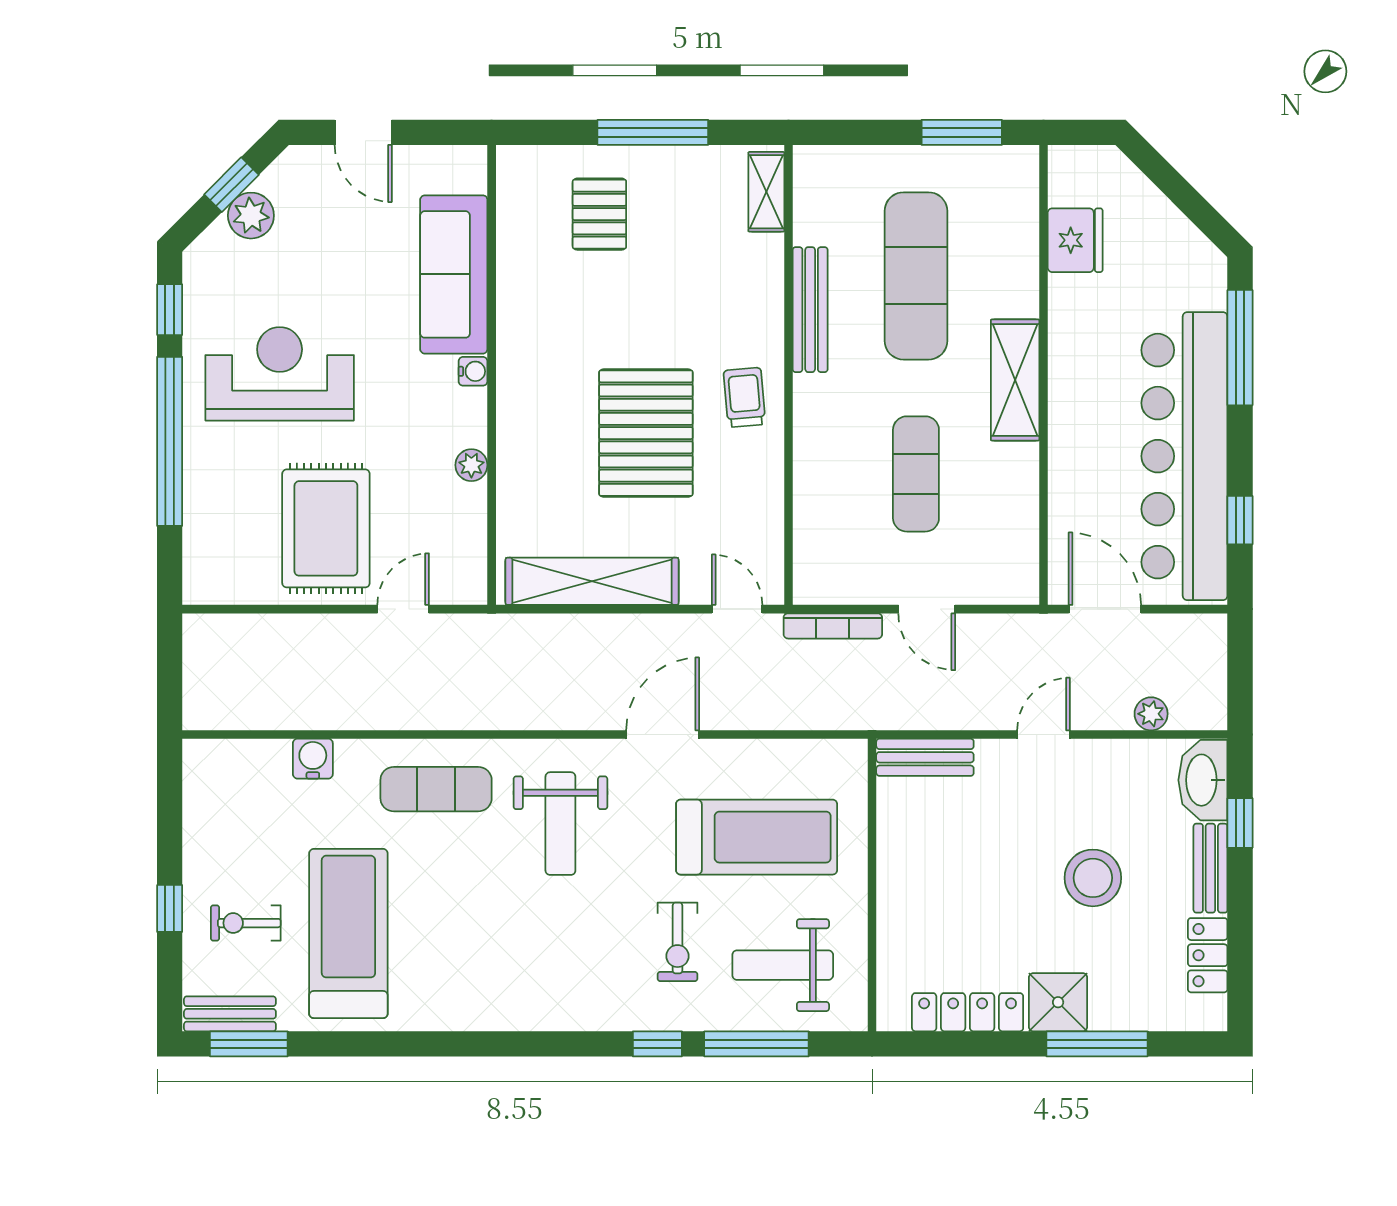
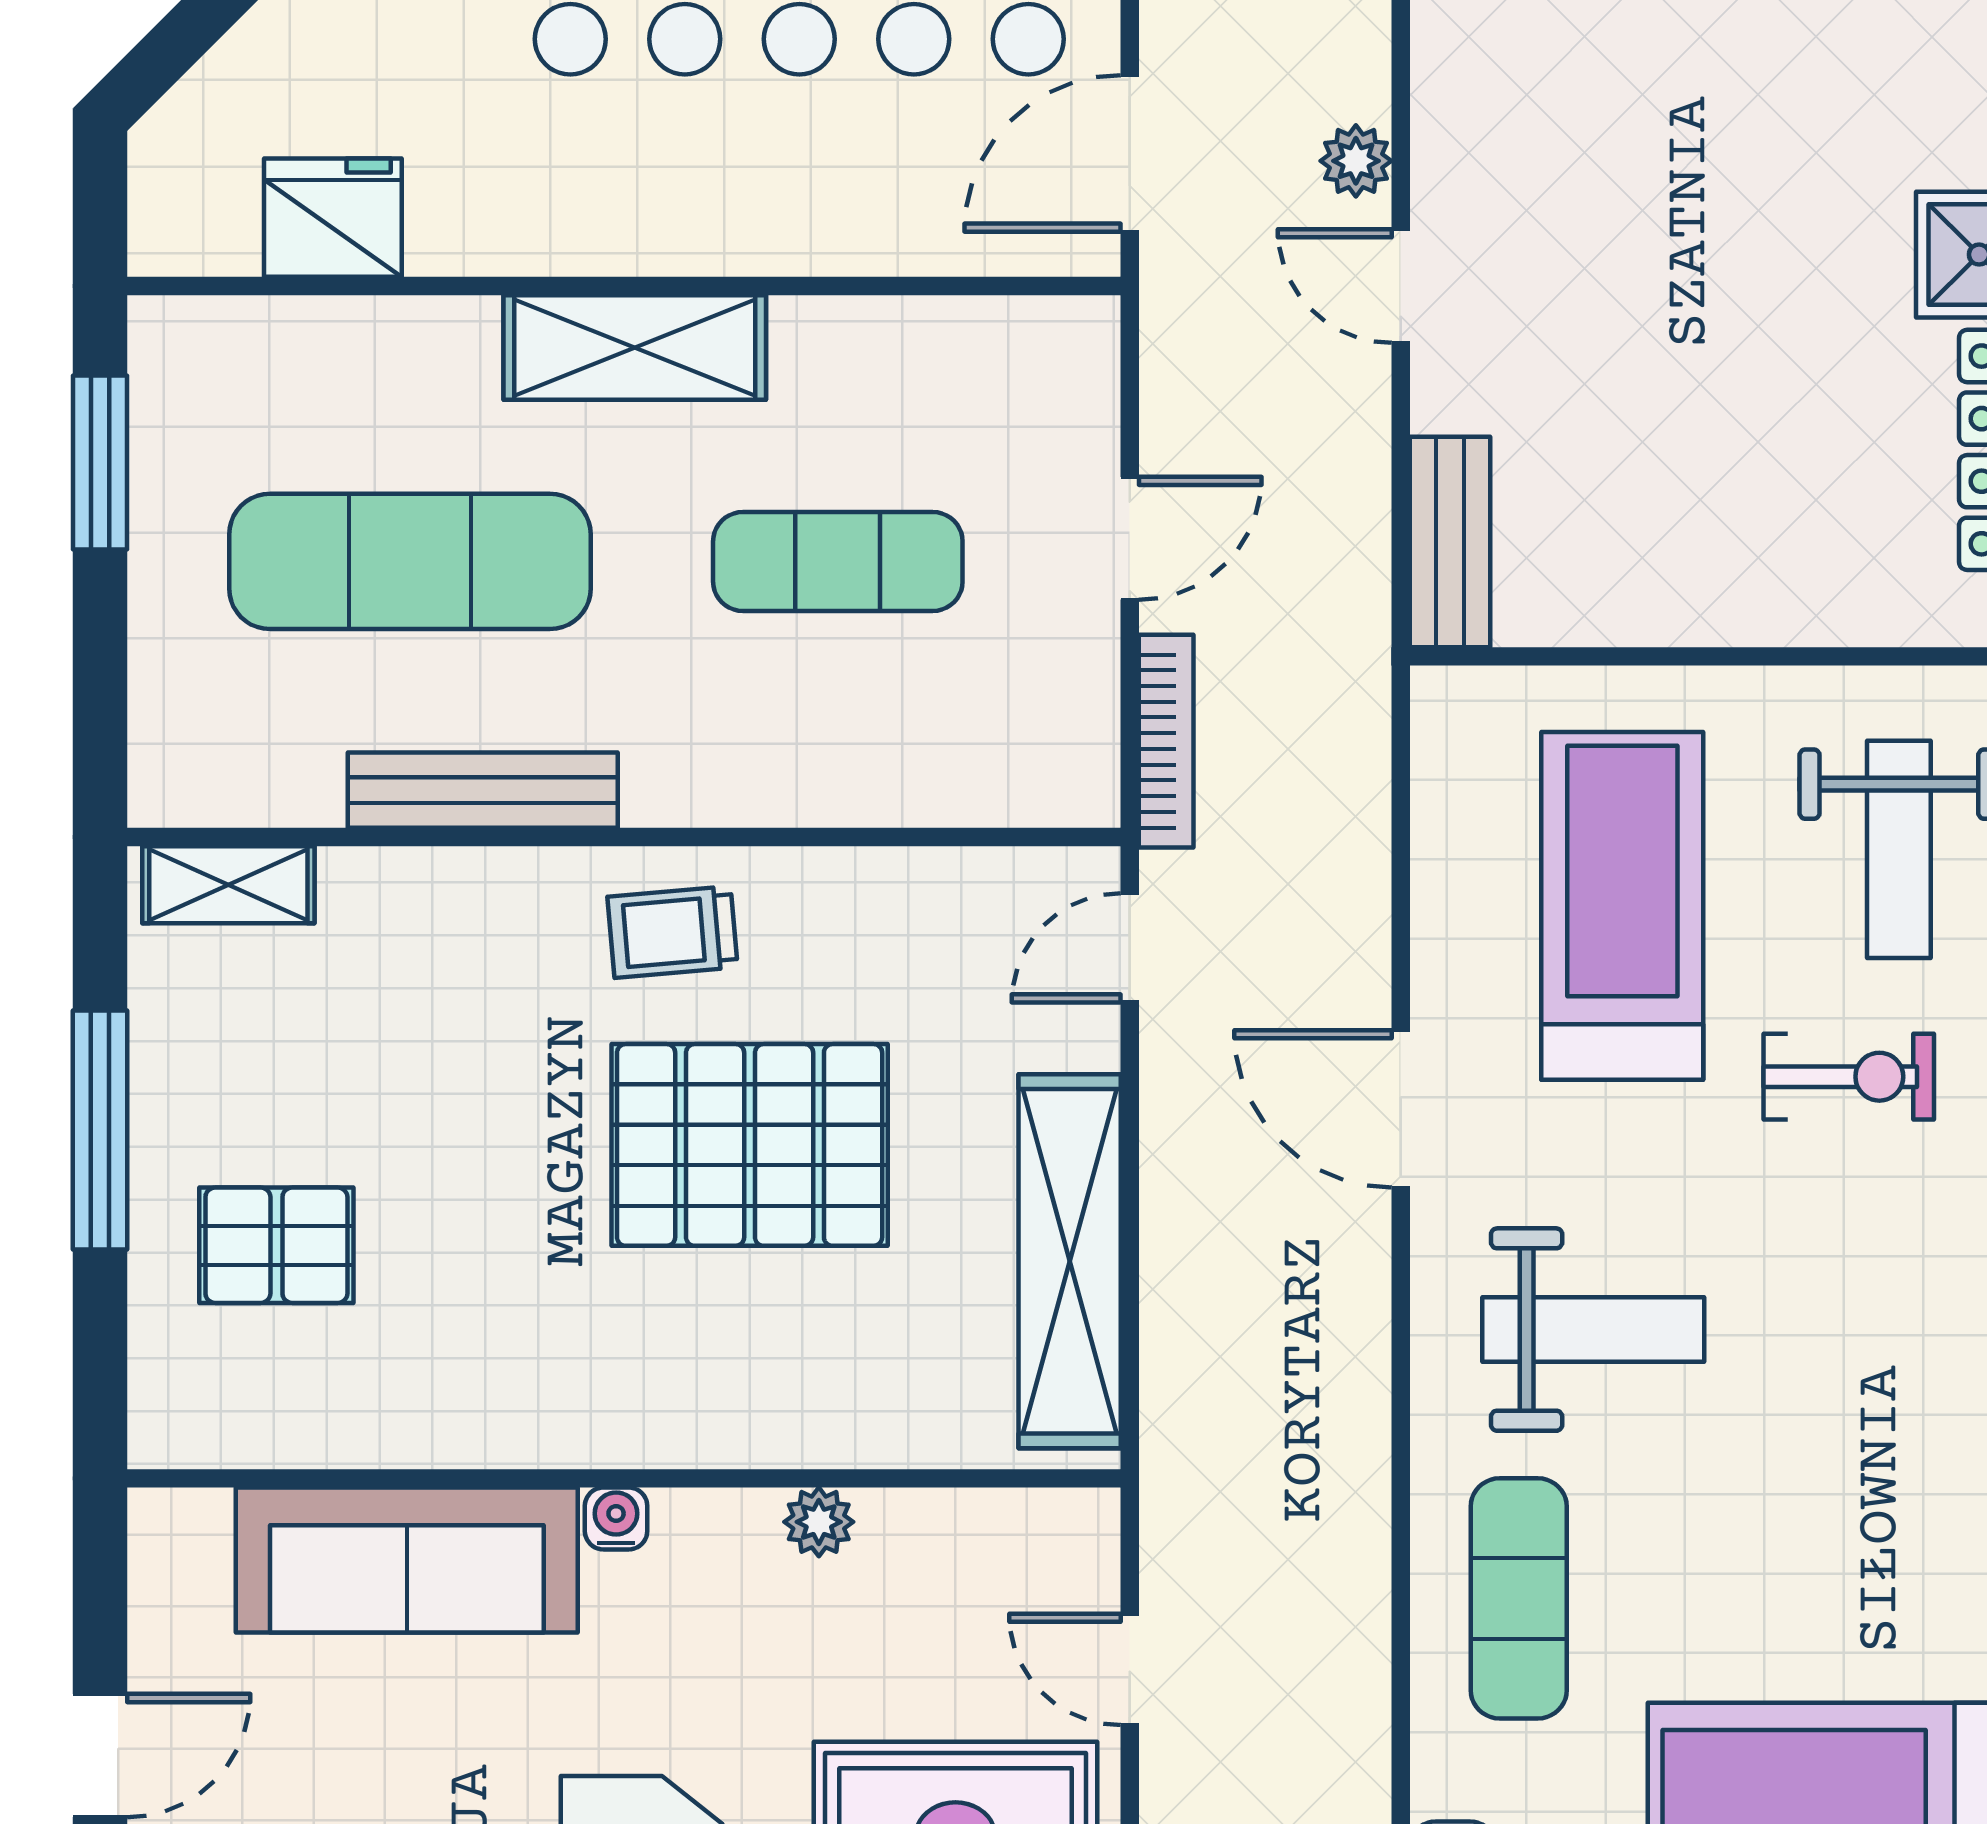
plant: (1151, 714) -> (1356, 161), moved
stool: (1093, 878) -> (1711, 179), removed

